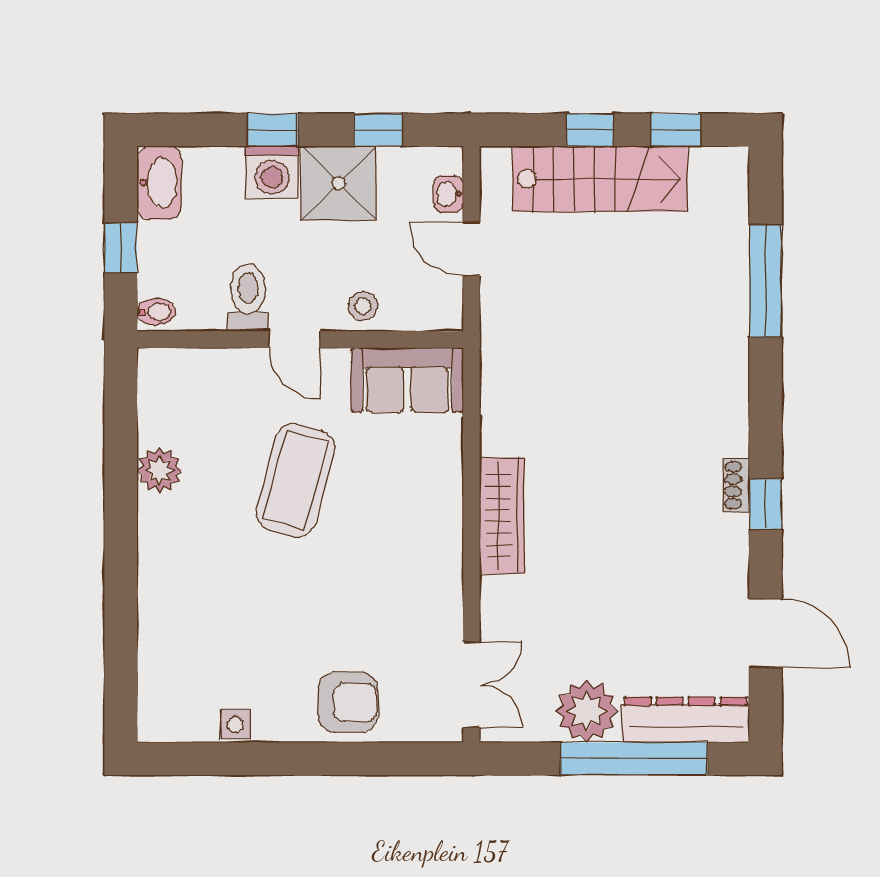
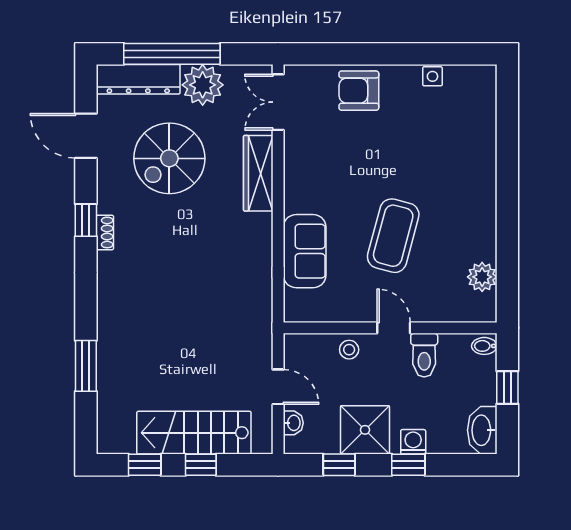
washing machine: (272, 172) -> (413, 442), width x0.73, depth x0.73
window: (766, 281) -> (86, 366), width x0.69
sofa: (407, 380) -> (305, 251), moved, turned 90
plant: (159, 470) -> (482, 277), moved
wardrobe: (502, 516) -> (258, 173), moved
spiral stairs: (638, 599) -> (169, 158), added

